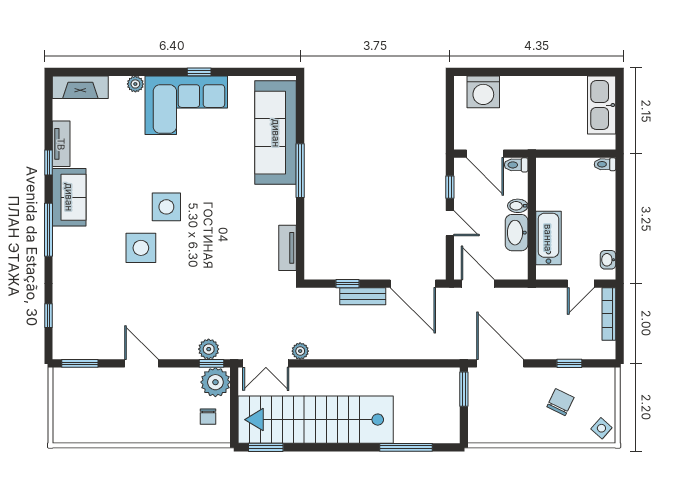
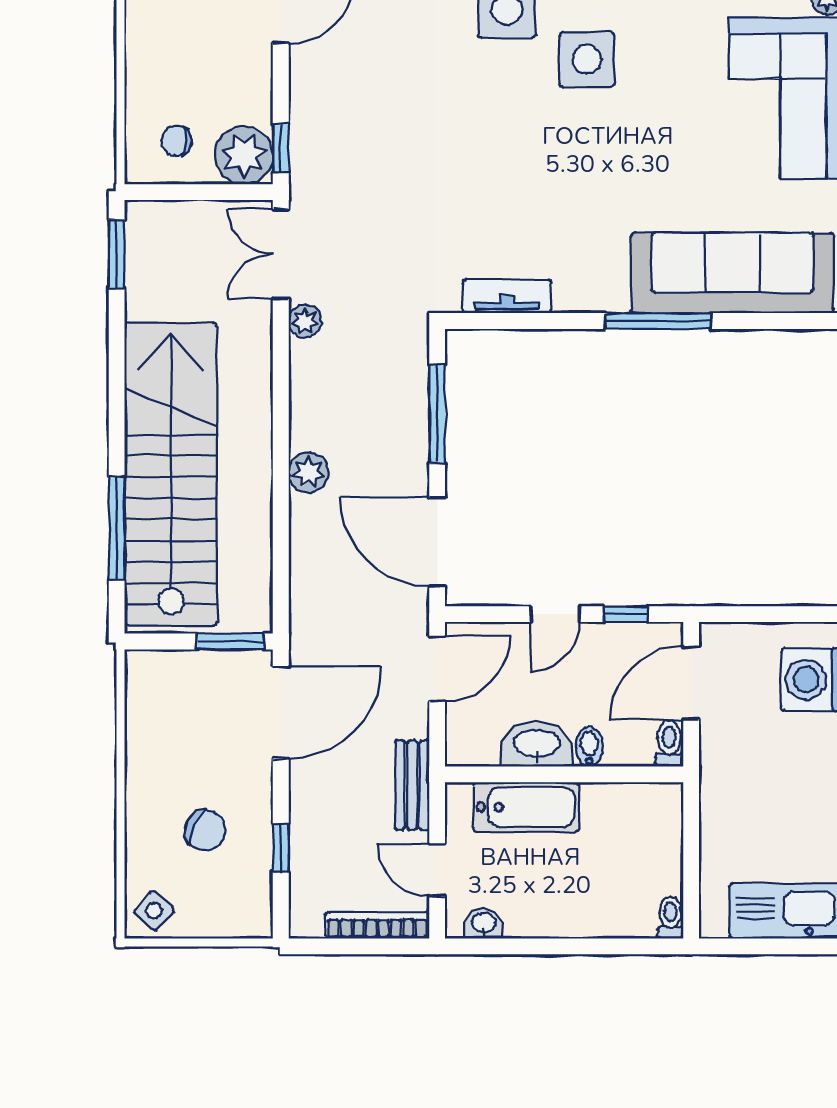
window: (348, 284) -> (437, 414), width x2.17
door: (413, 284) -> (437, 542), hinge flipped
bench: (363, 296) -> (412, 785), moved
plant: (209, 349) -> (309, 472), moved
stairs: (316, 420) -> (171, 474), moved

